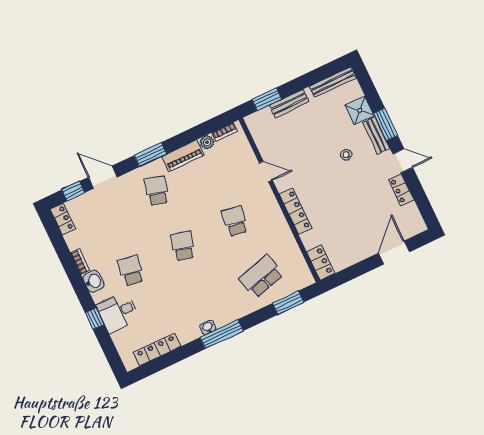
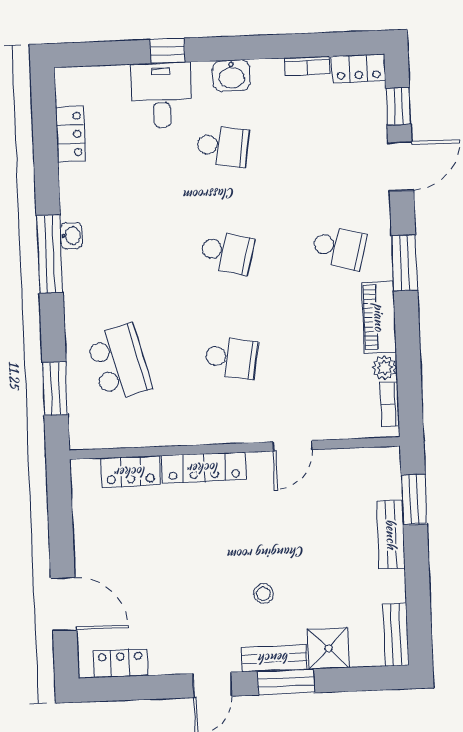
bench: (333, 82) -> (396, 635), width x0.73
locker: (401, 190) -> (120, 663), moved
bookcase: (80, 262) -> (307, 66), moved
locker: (321, 262) -> (131, 472), moved
locker: (157, 349) -> (70, 134), width x0.66

